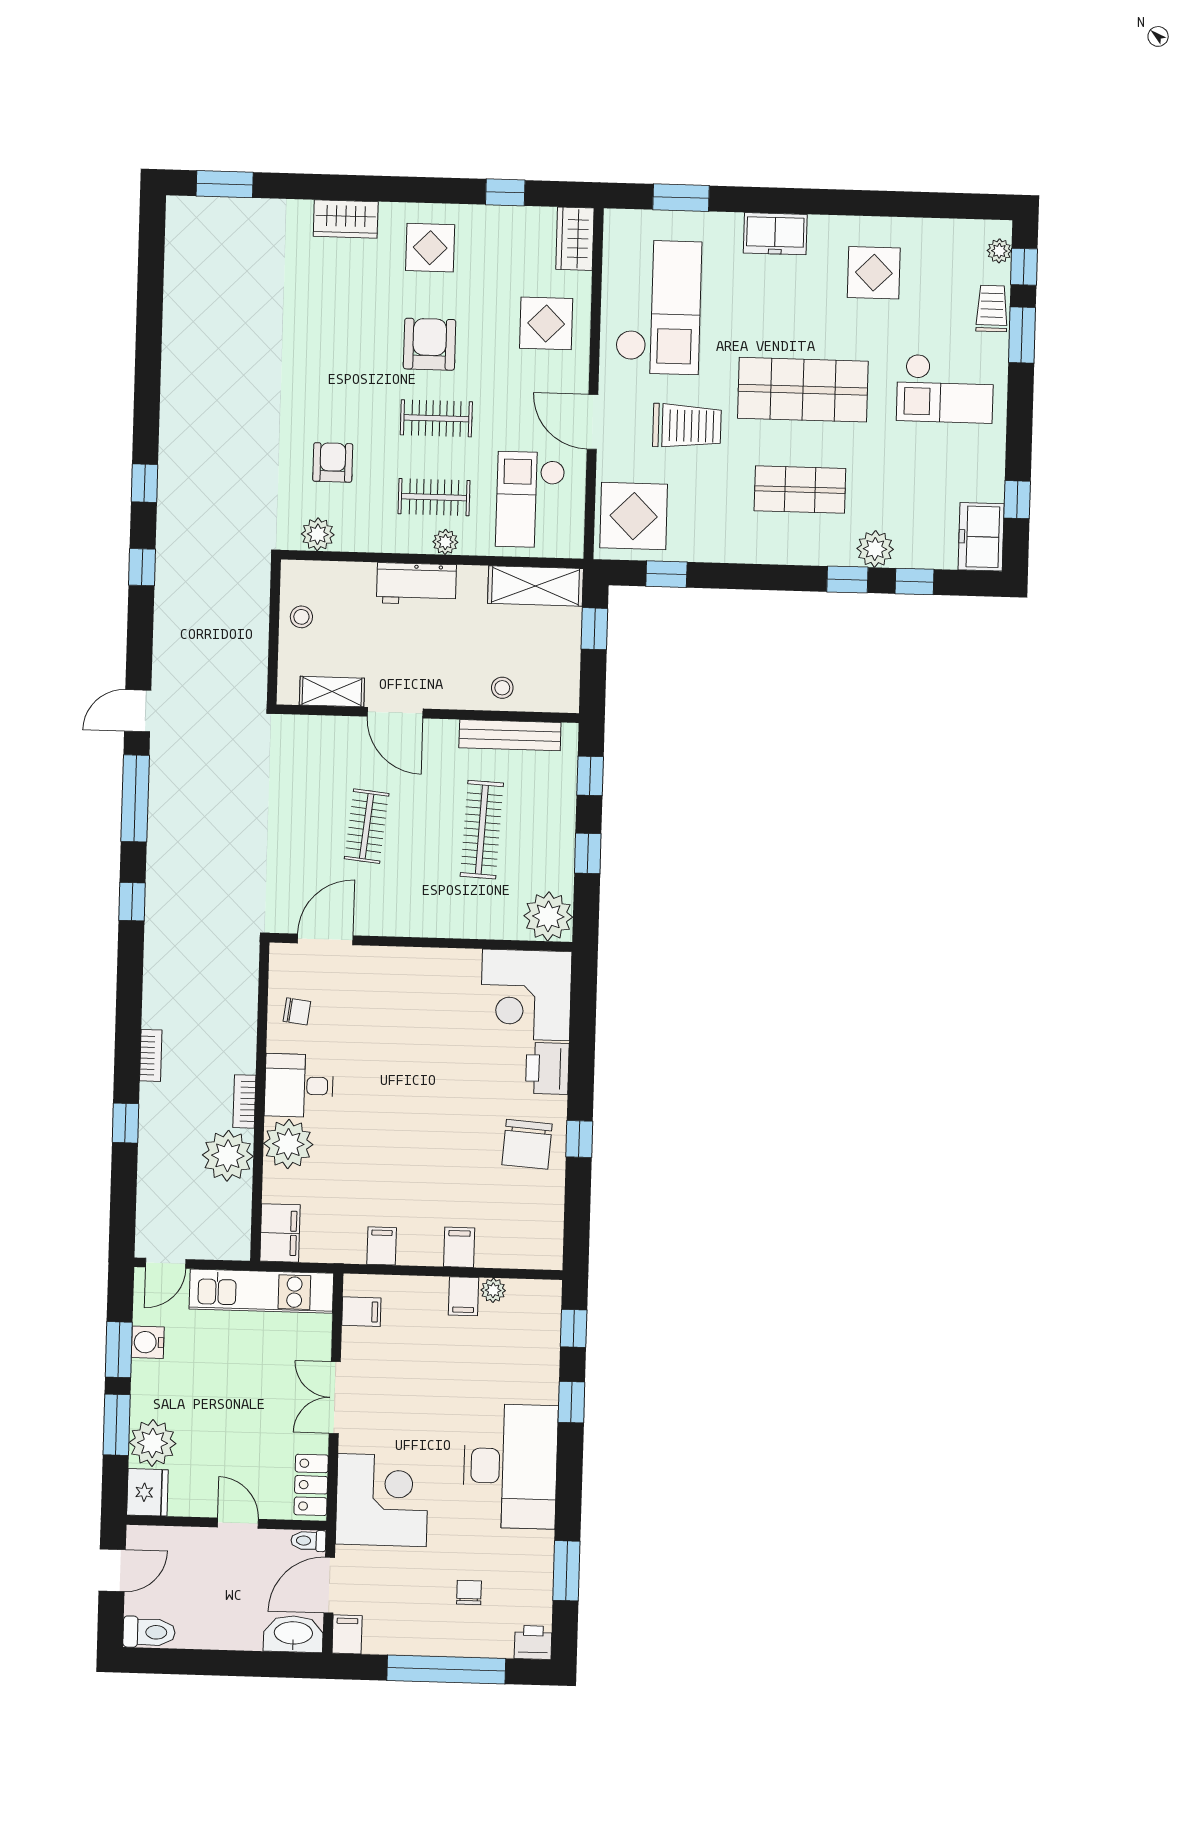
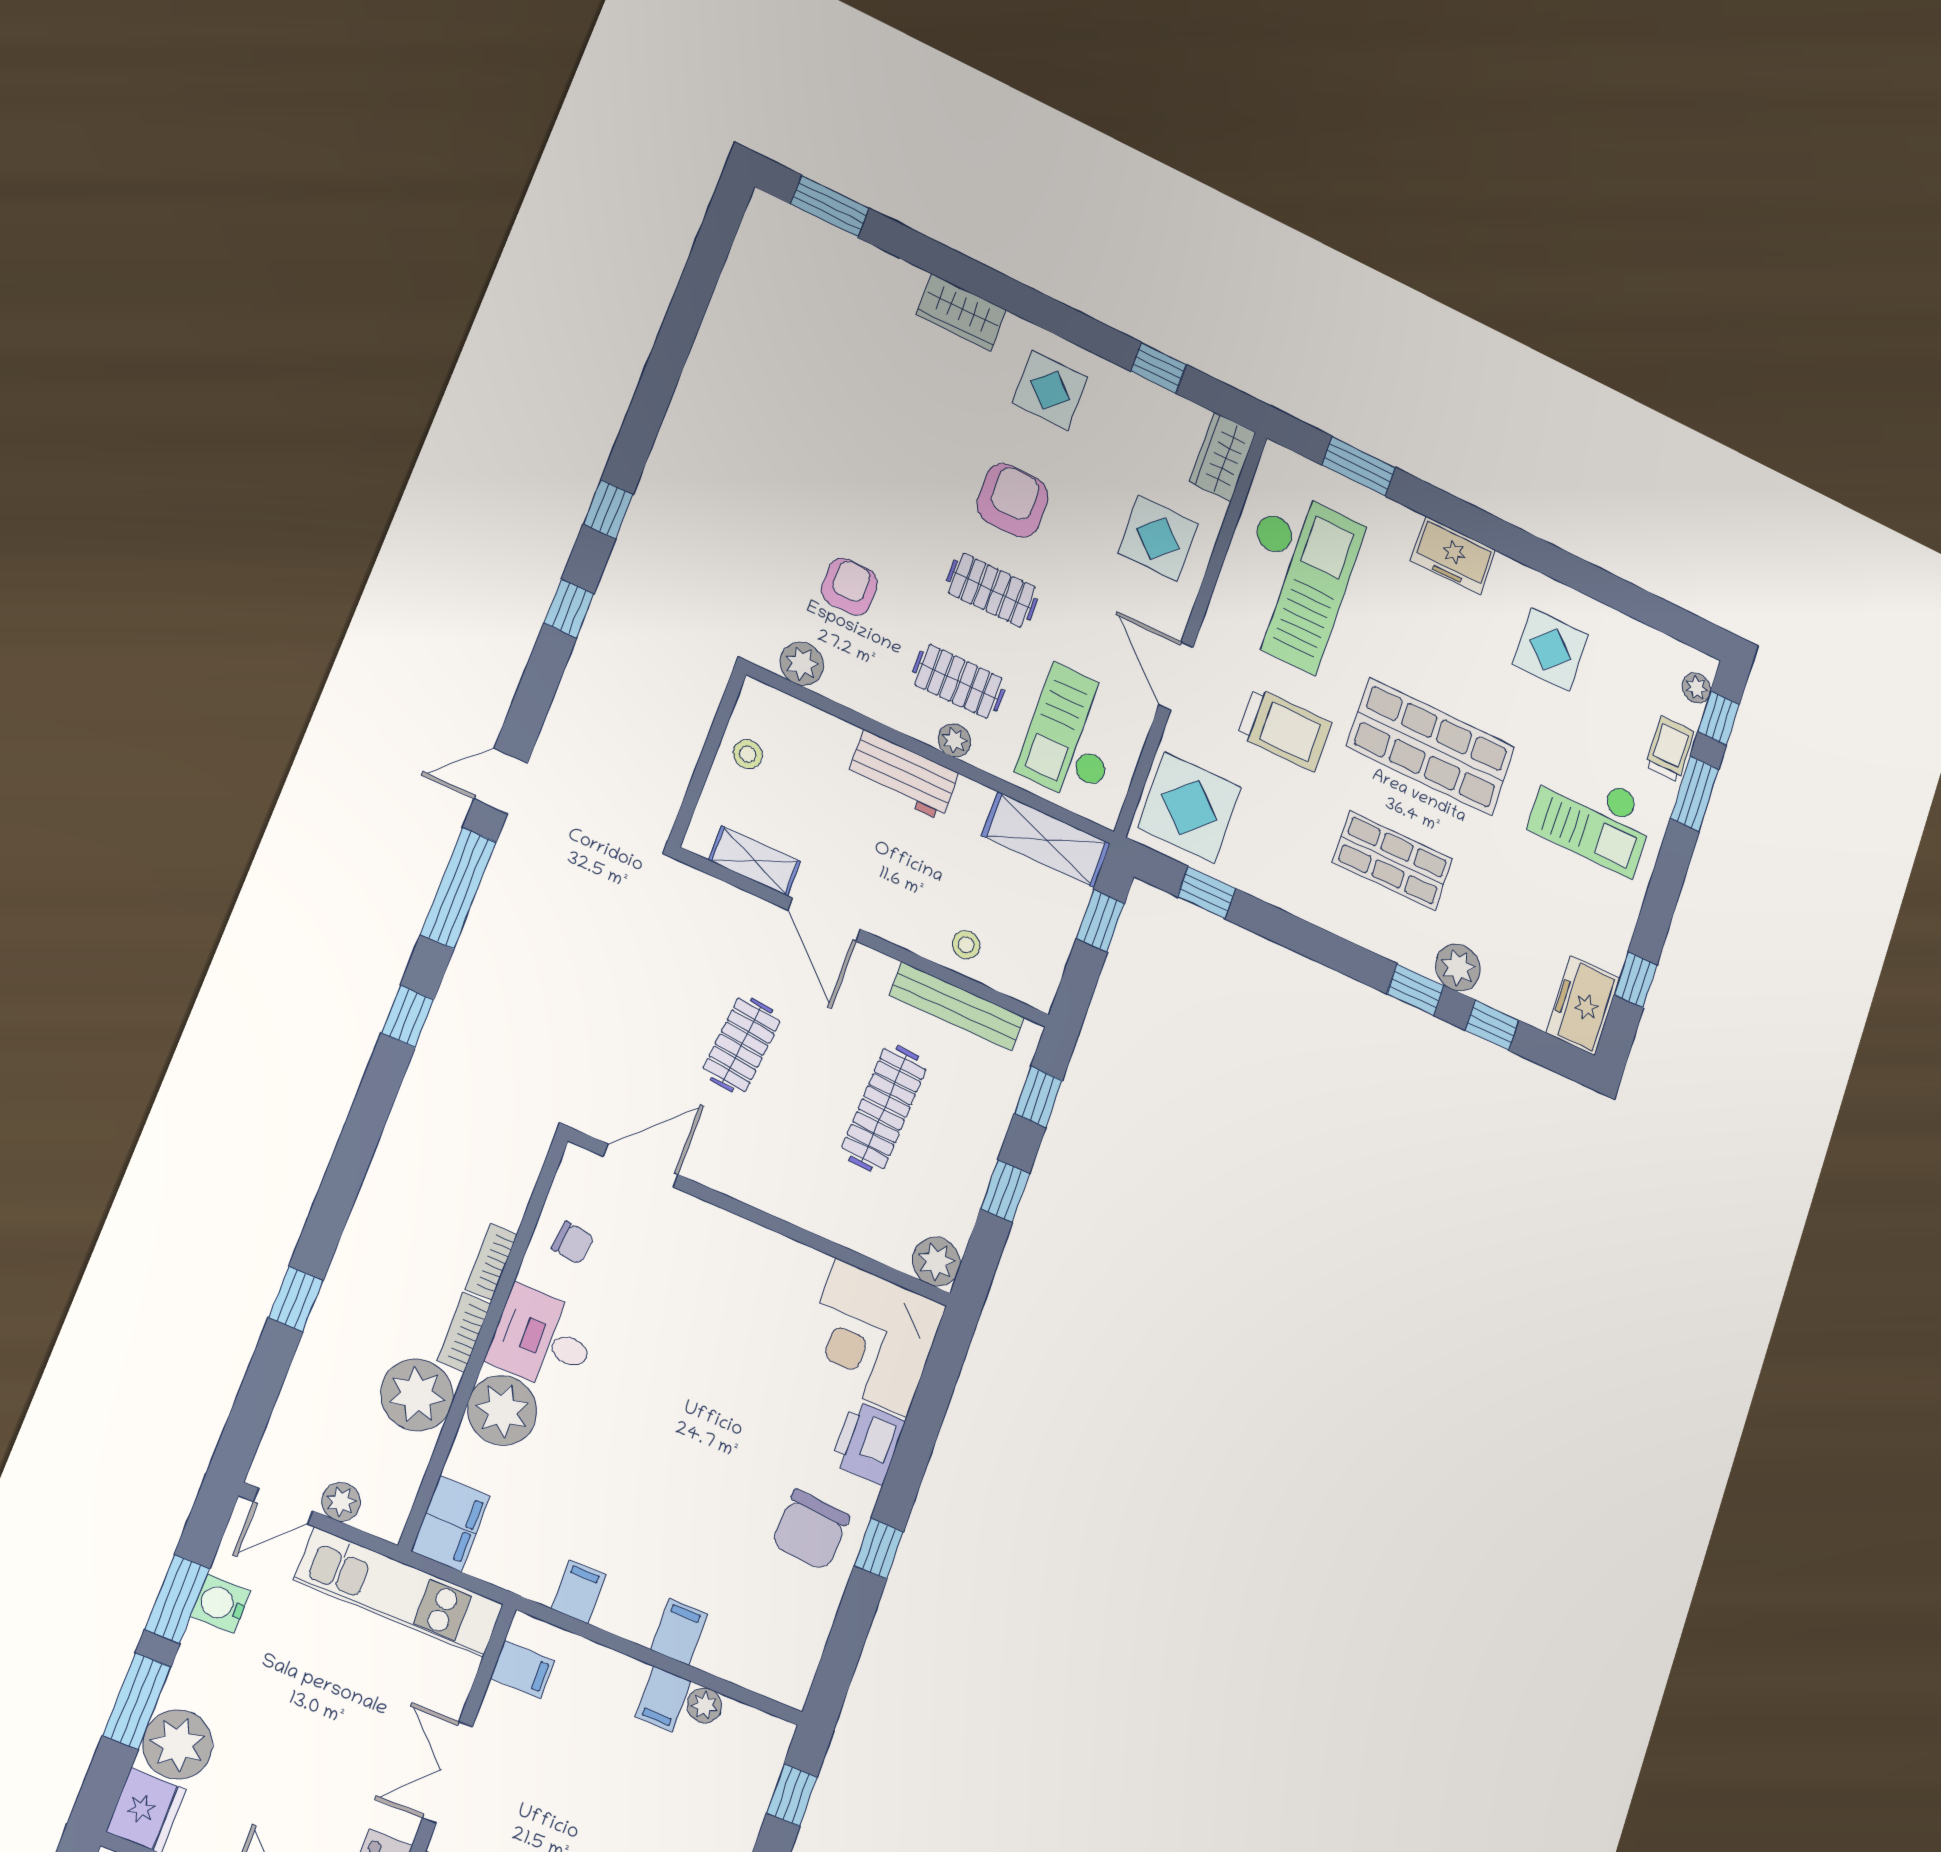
plant: (548, 916) -> (936, 1262), width x0.73, depth x0.73
bookcase: (151, 1055) -> (491, 1262), moved, turned 180
plant: (203, 1246) -> (341, 1502), added

